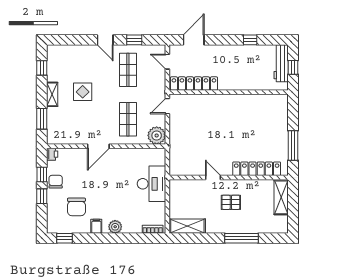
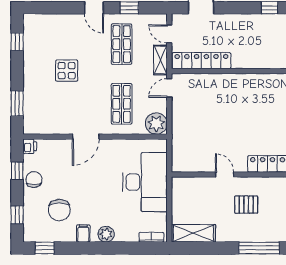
shelving: (52, 94) -> (160, 60), moved
desk: (151, 184) -> (145, 182), width x1.36, depth x1.30
window: (42, 196) -> (17, 215), moved

